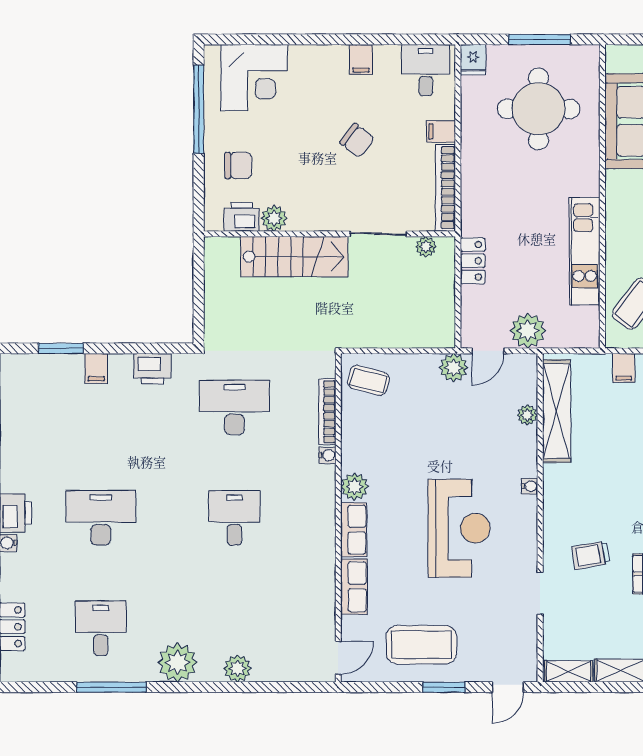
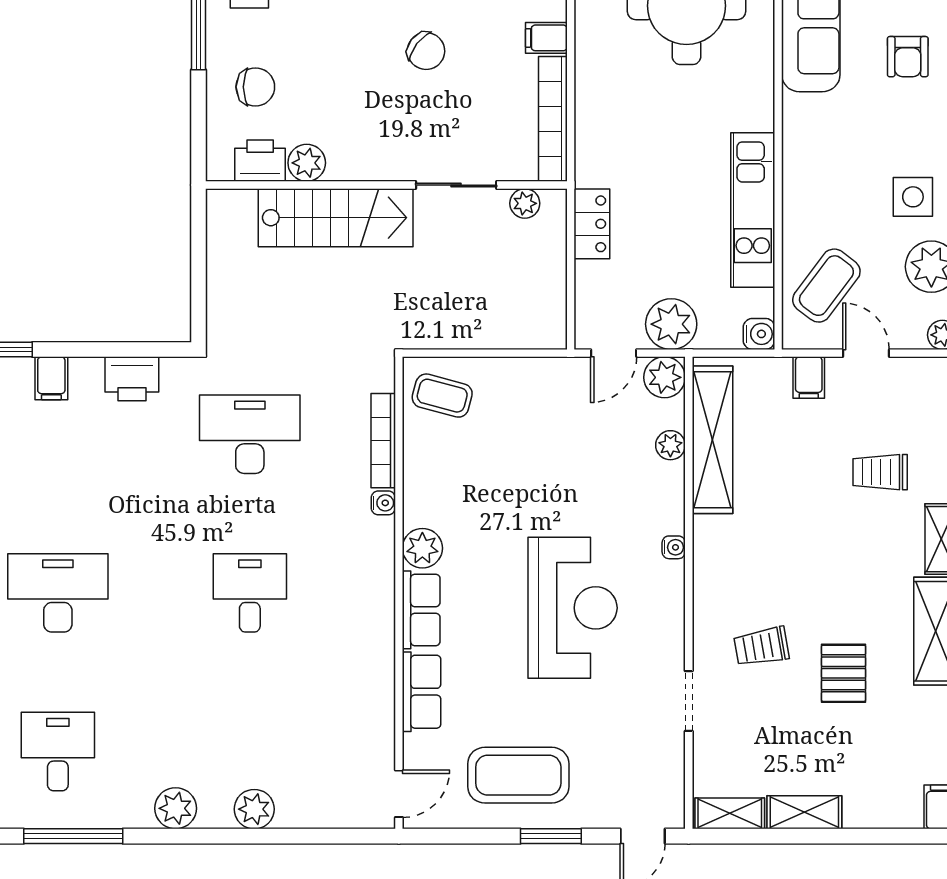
water cooler: (589, 337) -> (759, 334), added
plant: (454, 368) -> (665, 377), moved
plant: (177, 663) -> (176, 808), width x0.73, depth x0.73

